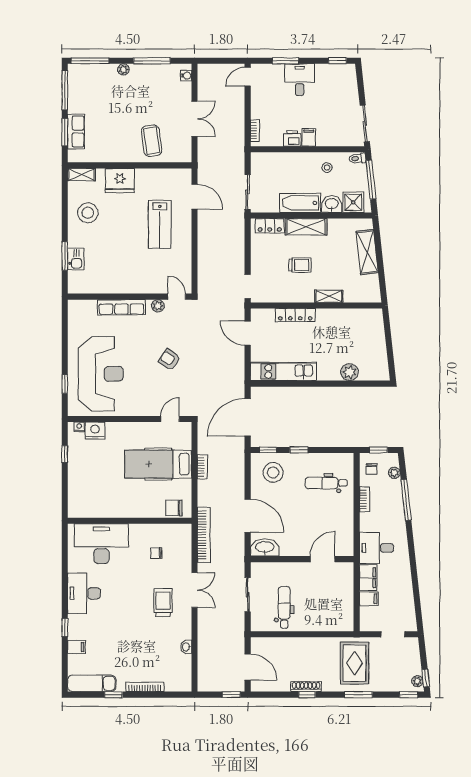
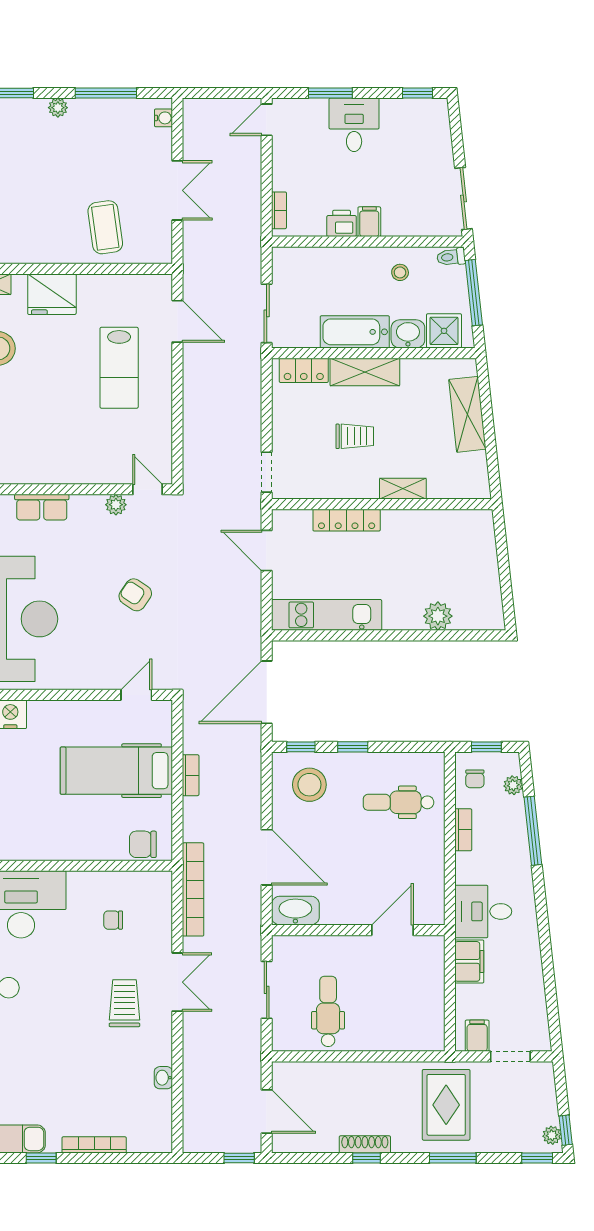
row of seats: (121, 307) -> (42, 507), width x0.68
filing cabinet: (369, 599) -> (477, 1036), moved, turned -90

